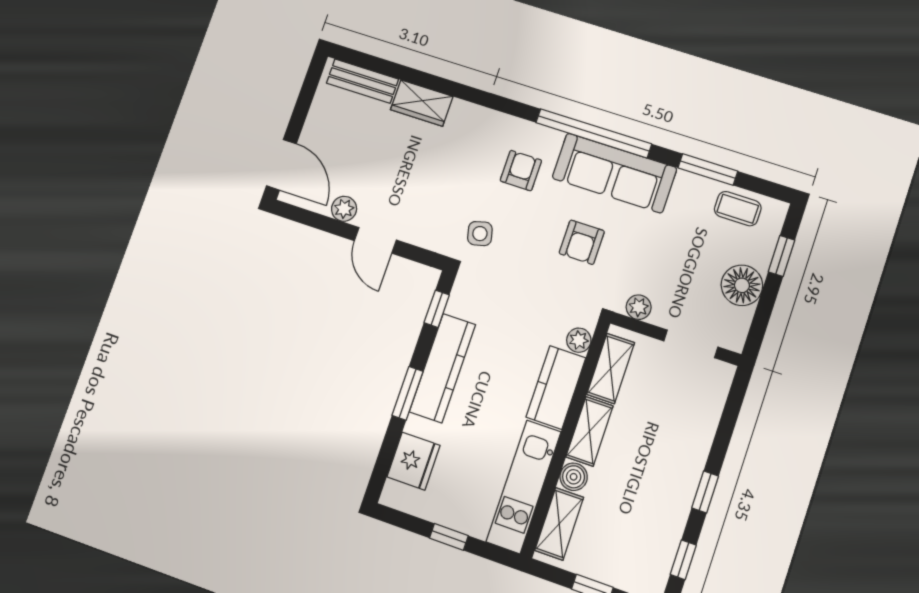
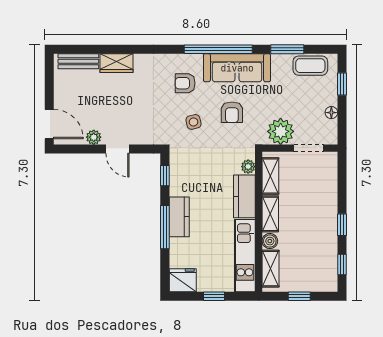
armchair: (521, 171) -> (185, 83), turned -90
coffee table: (738, 209) -> (310, 66), width x1.36, depth x1.30
side table: (480, 234) -> (193, 122), moved
floor lamp: (742, 285) -> (331, 113), width x0.53, depth x0.53
plant: (639, 307) -> (281, 131), width x1.87, depth x1.87
kitchen counter: (442, 368) -> (179, 217), width x0.67
window: (408, 393) -> (165, 227), width x1.44
fridge: (413, 461) -> (183, 280), moved, turned -90

